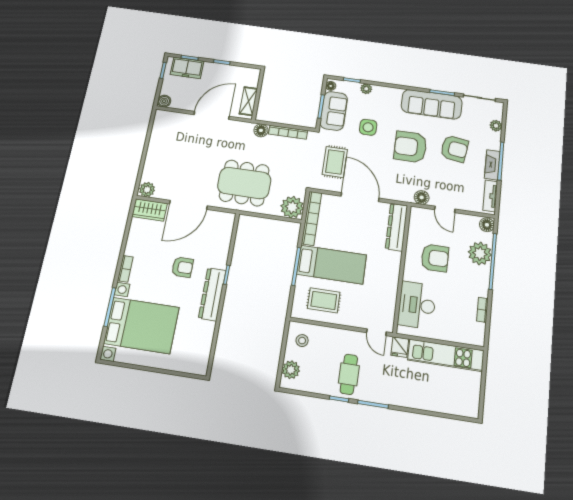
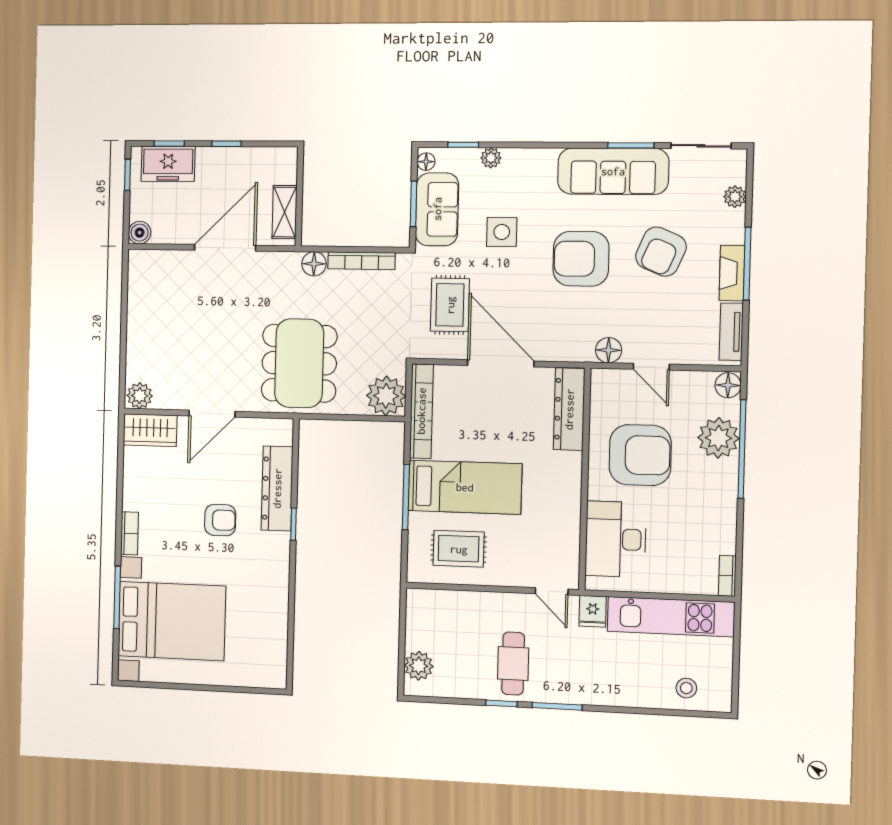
armchair: (454, 149) -> (661, 252), turned 105
dining table: (244, 183) -> (299, 363), turned 90
door: (188, 205) -> (212, 414), width x0.73
armchair: (435, 258) -> (640, 455), width x1.36, depth x1.36
dresser: (212, 294) -> (277, 488), moved
bookcase: (482, 310) -> (727, 576), moved
stool: (302, 341) -> (686, 688), moved

